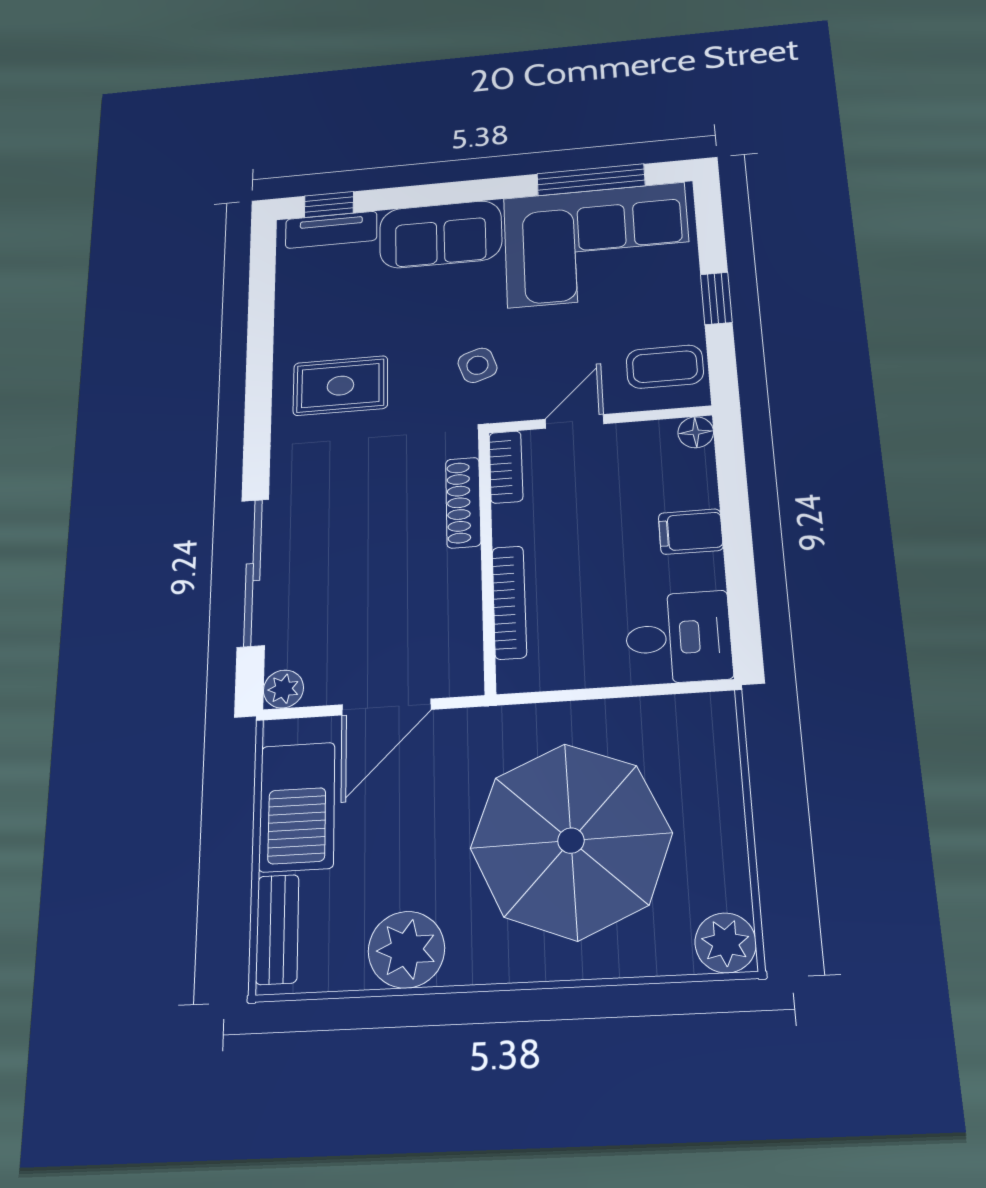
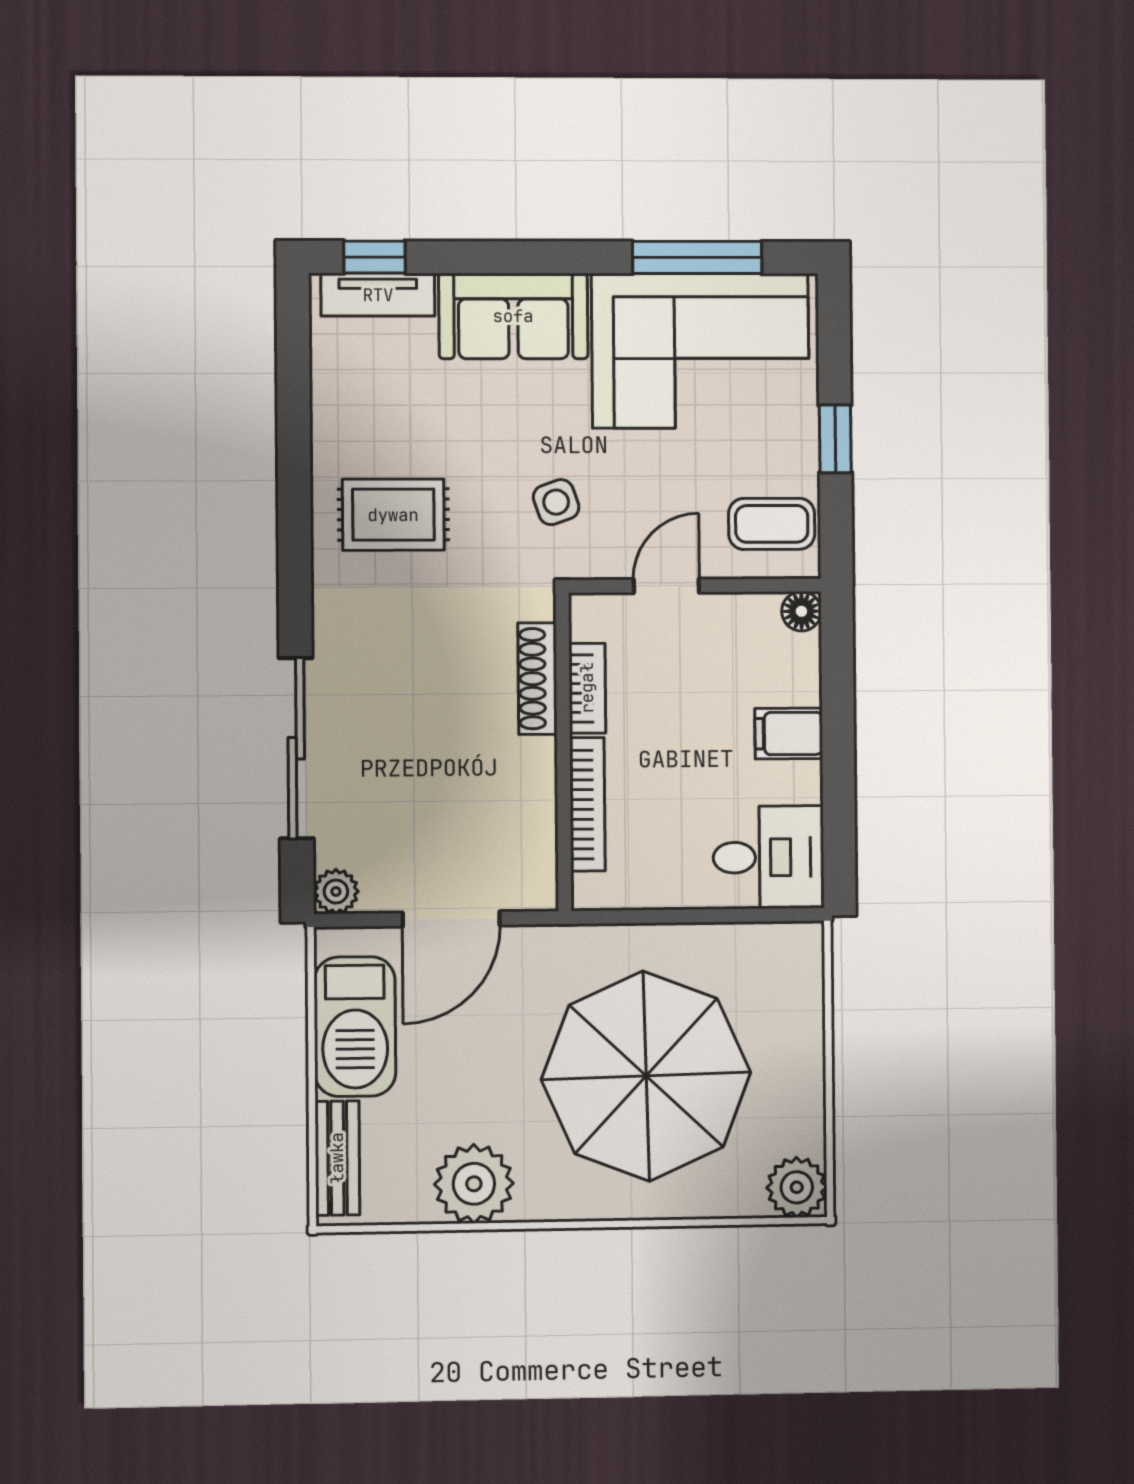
bookcase: (506, 467) -> (587, 688), moved

